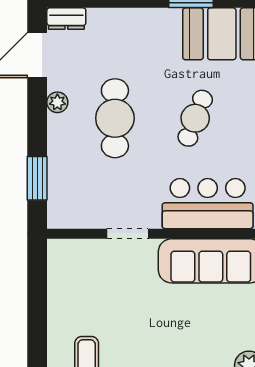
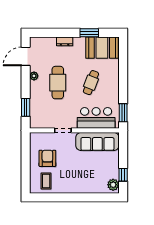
dresser: (66, 19) -> (65, 41), moved
armchair: (90, 301) -> (47, 158), added

